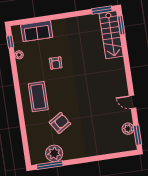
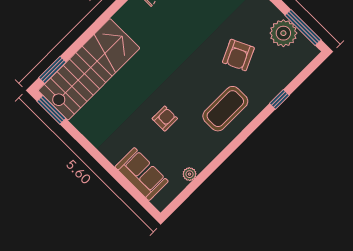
stairs: (111, 35) -> (89, 69), width x1.36, depth x1.51
window: (10, 42) -> (279, 99), moved
armchair: (60, 123) -> (238, 55), turned -83

